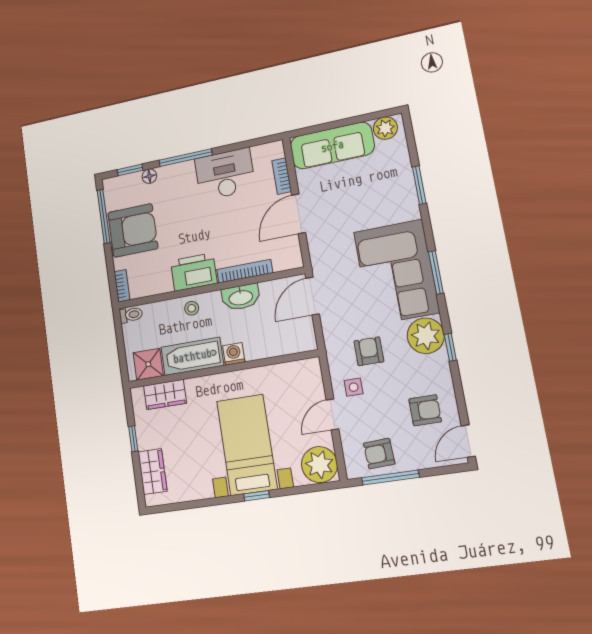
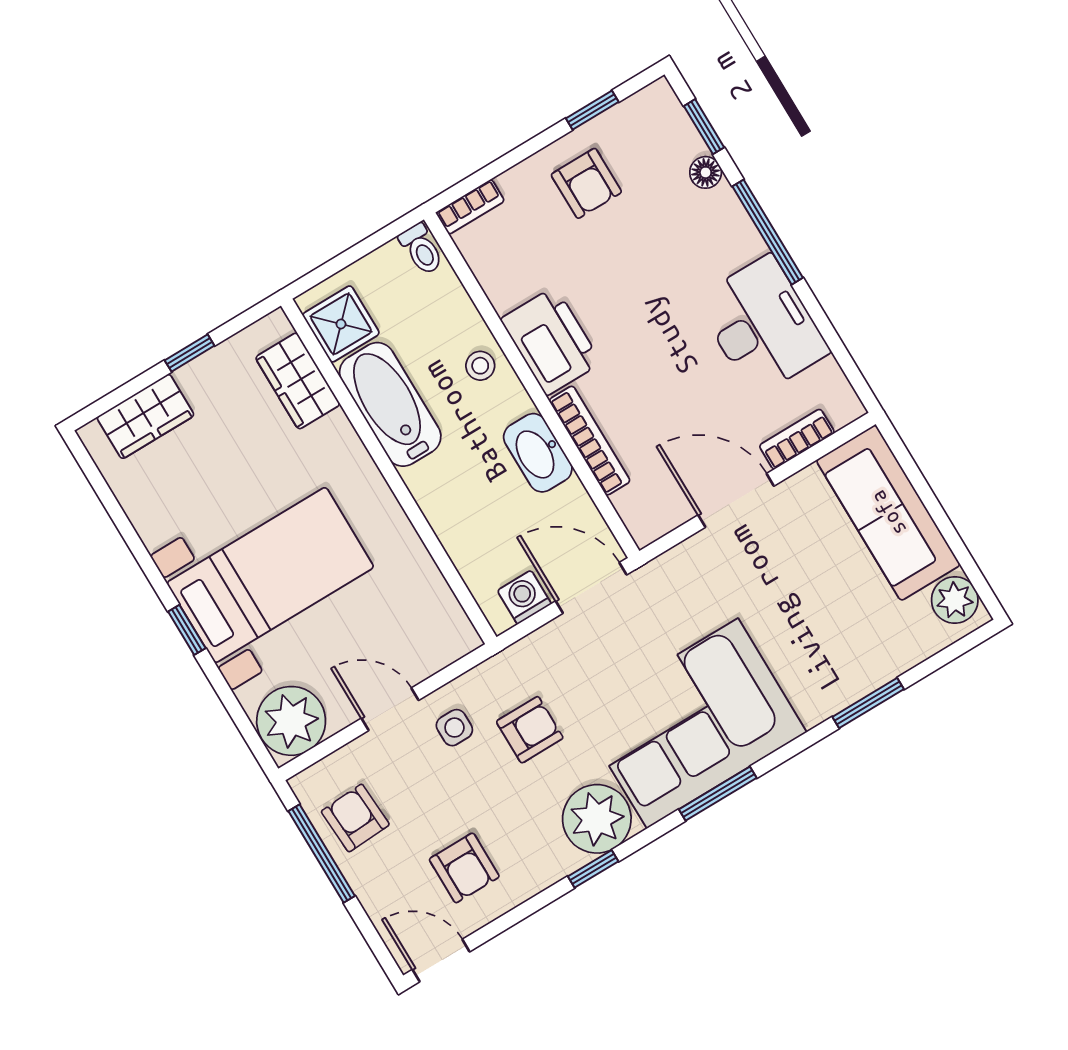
window: (104, 216) -> (592, 110), width x0.46
armchair: (133, 230) -> (586, 183), width x0.53, depth x0.53
washing machine: (234, 354) -> (524, 597), moved, turned -90

